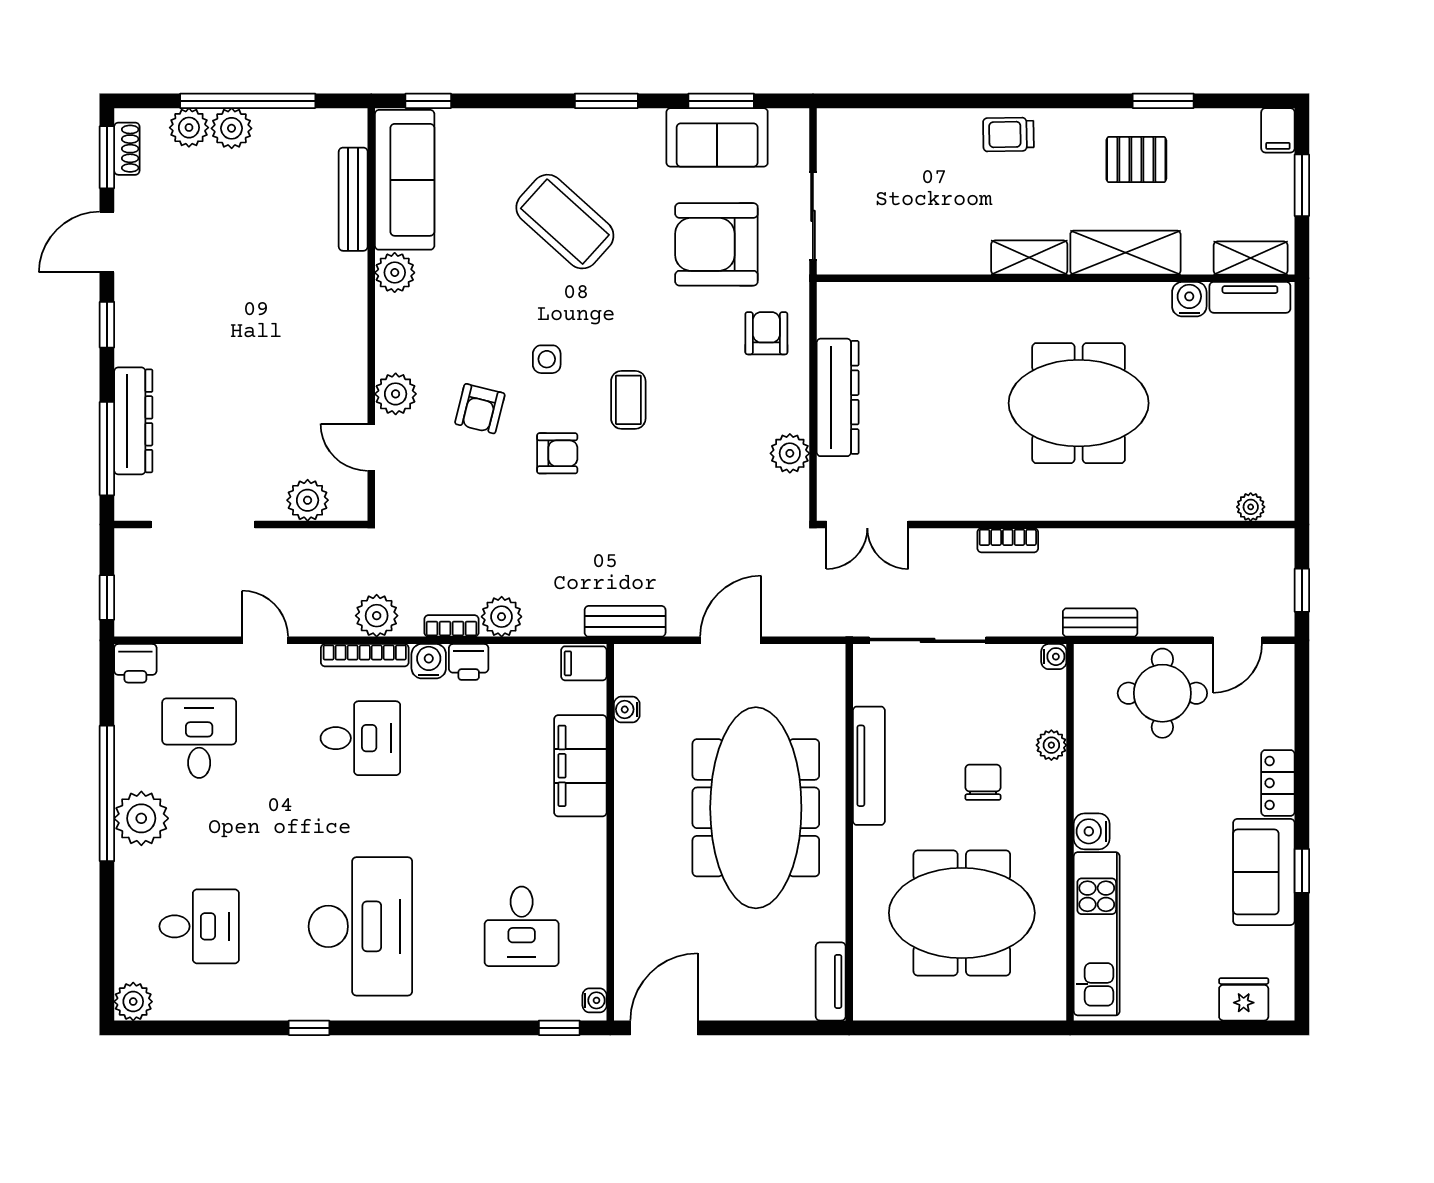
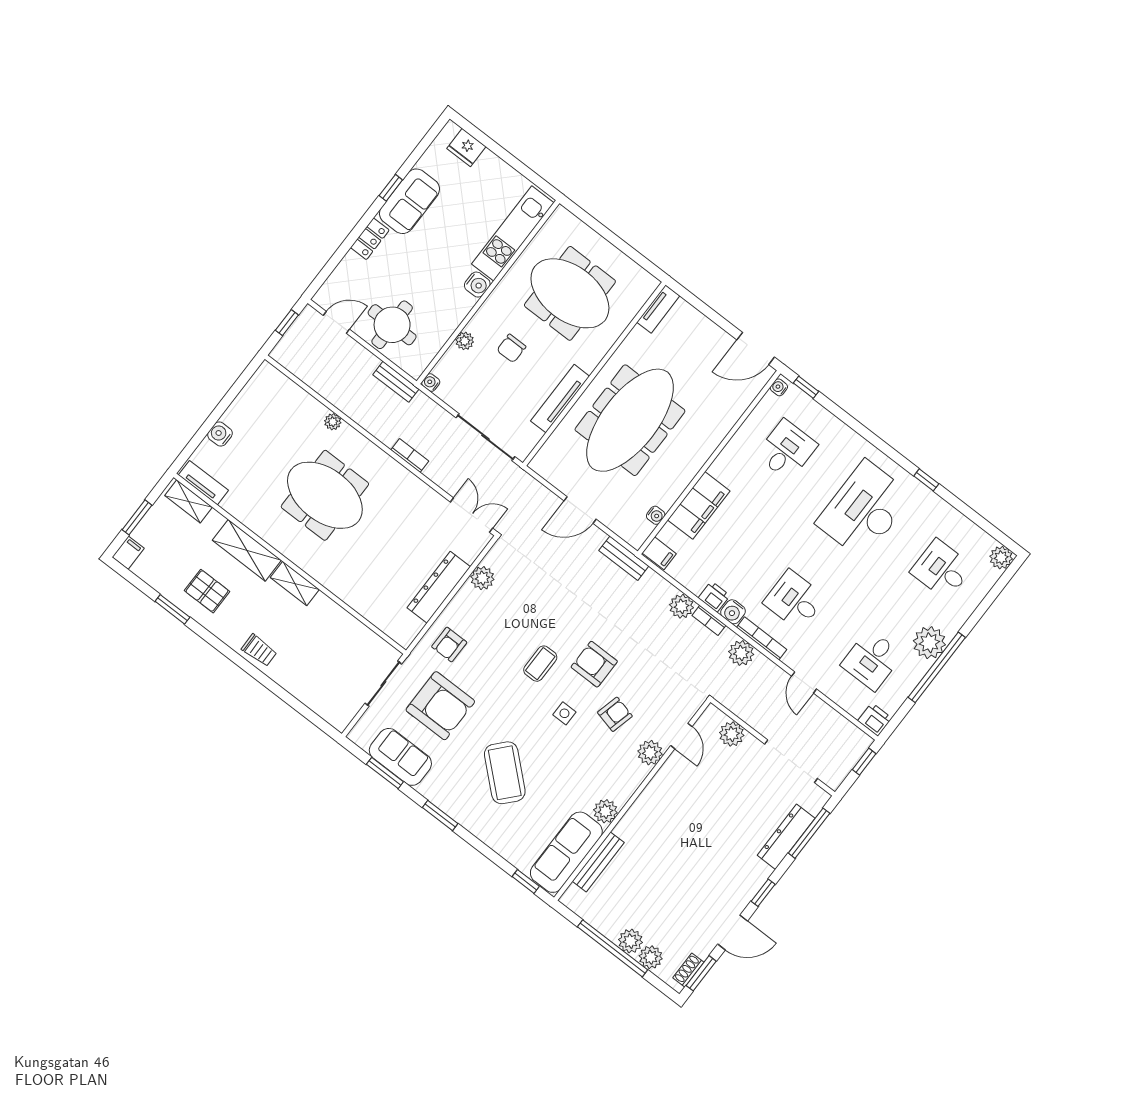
water cooler: (1189, 299) -> (220, 434), moved, turned 90
armchair: (557, 453) -> (594, 664), width x1.38, depth x1.38
plant: (1251, 507) -> (333, 422), moved

